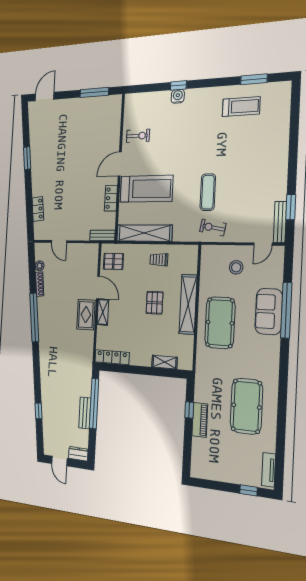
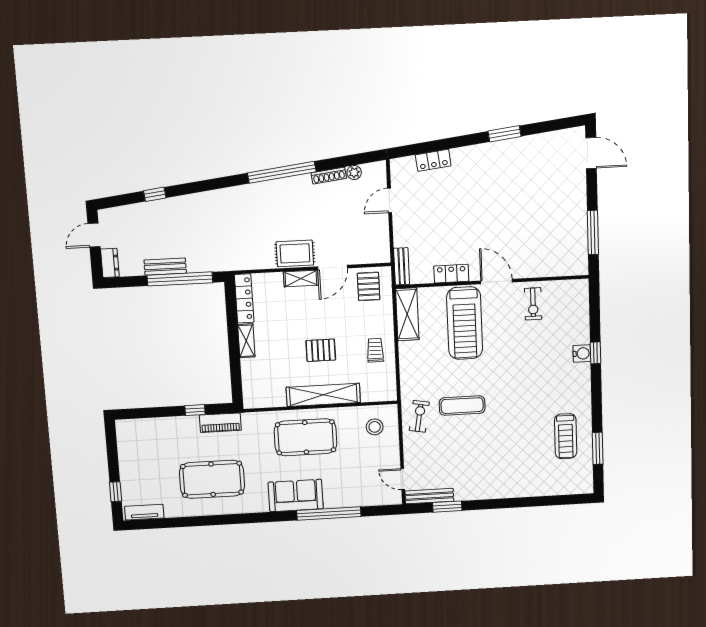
shelving: (144, 233) -> (407, 314), width x0.68
stool: (236, 267) -> (375, 427), moved
sofa: (269, 312) -> (296, 495), moved
shelving: (164, 362) -> (246, 341), moved
piano: (200, 420) -> (220, 423), moved

